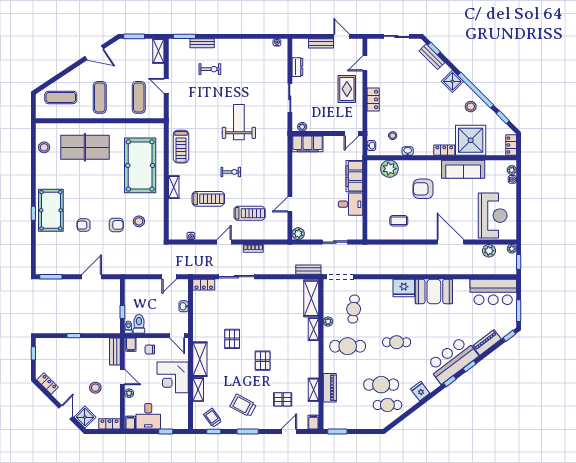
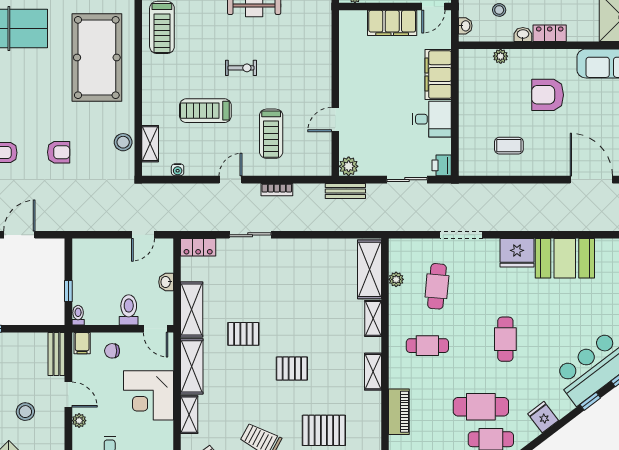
filing cabinet: (308, 144) -> (392, 23), moved
locker: (444, 150) -> (550, 33), moved
plant: (389, 169) -> (501, 56), width x0.53, depth x0.53
shelving: (174, 187) -> (150, 144), moved
treadmill: (208, 199) -> (205, 111), turned 180
treadmill: (250, 213) -> (271, 134), turned 90
stool: (139, 221) -> (123, 142), moved
printer: (357, 233) -> (442, 165), added
bench: (308, 270) -> (345, 191), moved
sliding door: (236, 277) -> (250, 235), width x0.73
doorway: (340, 277) -> (461, 235), moved
plant: (328, 322) -> (396, 279), moved
toilet: (139, 324) -> (129, 310), moved
shelving: (200, 324) -> (192, 309), added
pallet: (232, 339) -> (243, 334), turned 90
cafe table: (397, 342) -> (505, 339), turned 90
cafe table: (348, 346) -> (427, 346), width x0.73, depth x0.74
pallet: (263, 361) -> (292, 369), turned 90
shelving: (313, 390) -> (373, 372), moved
pallet: (283, 399) -> (324, 430), width x1.50, depth x1.42

